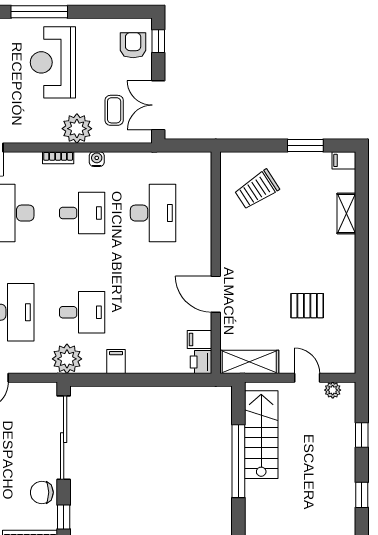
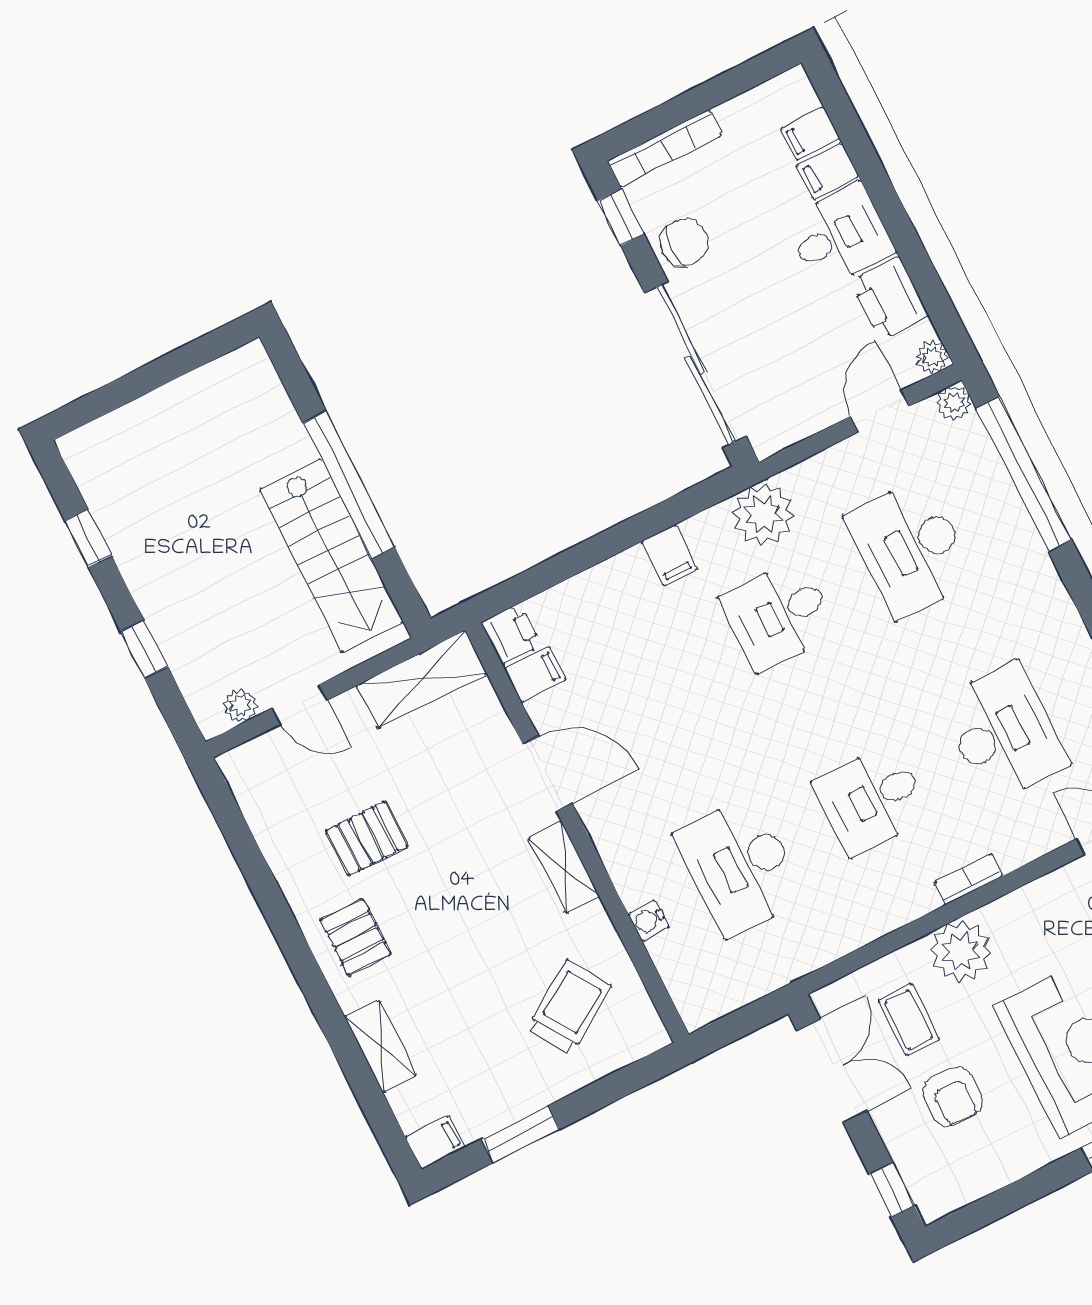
armchair: (133, 45) -> (952, 1097), moved
water cooler: (97, 159) -> (649, 920), moved, turned 90
shelving: (229, 250) -> (564, 868), added
pallet: (333, 266) -> (356, 937), added

